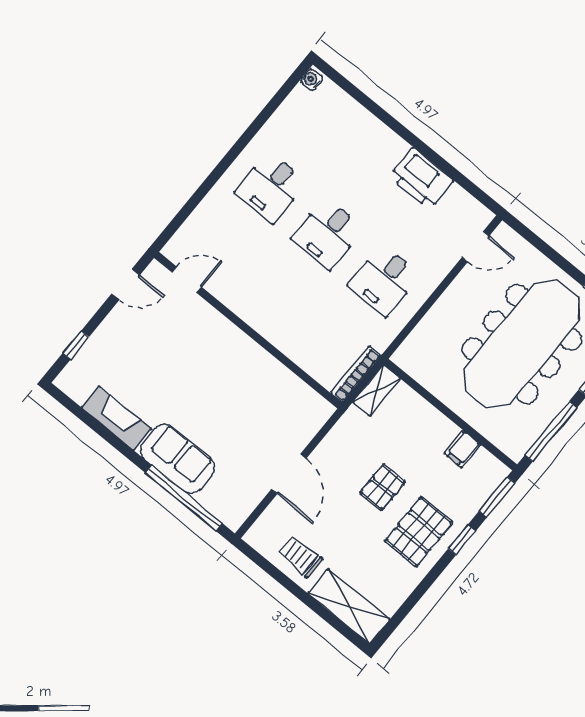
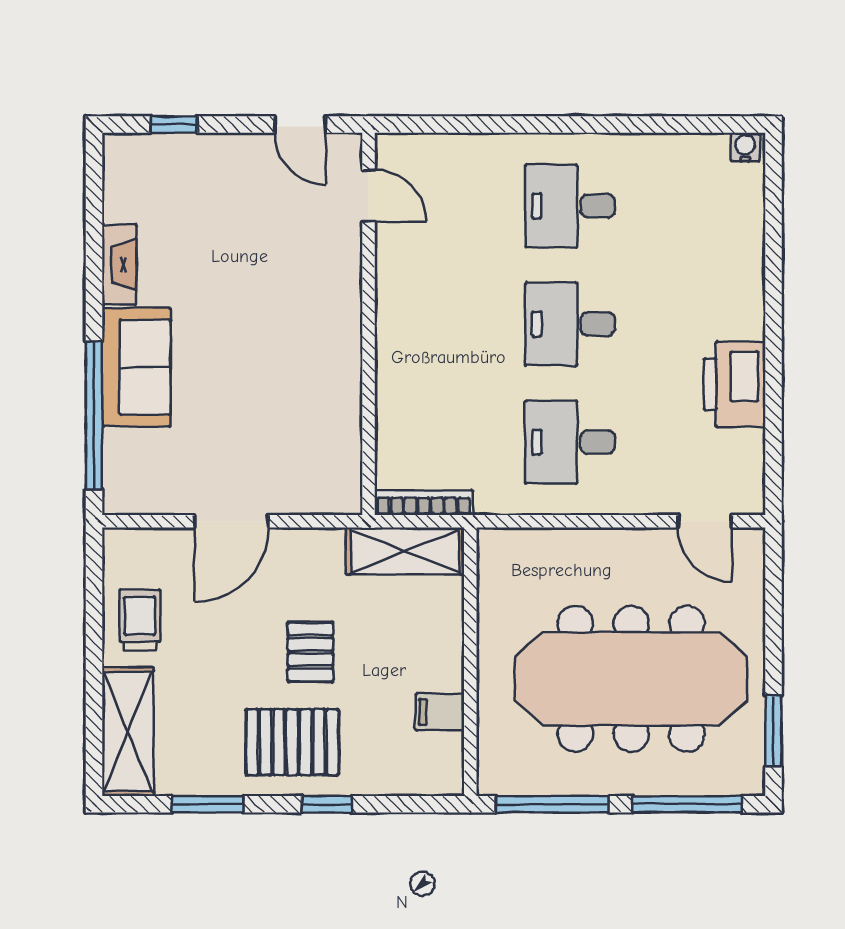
shelving: (377, 390) -> (405, 551), width x1.50, depth x1.33
fireplace: (116, 418) -> (119, 264), width x0.73, depth x0.76
pallet: (383, 487) -> (310, 652), turned 90
window: (497, 497) -> (207, 804), moved

